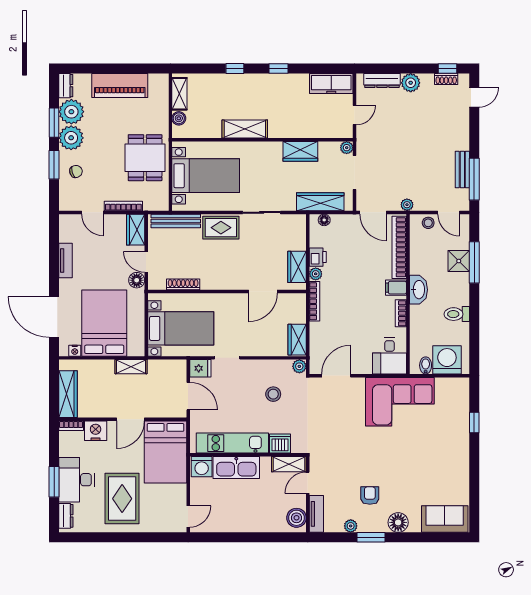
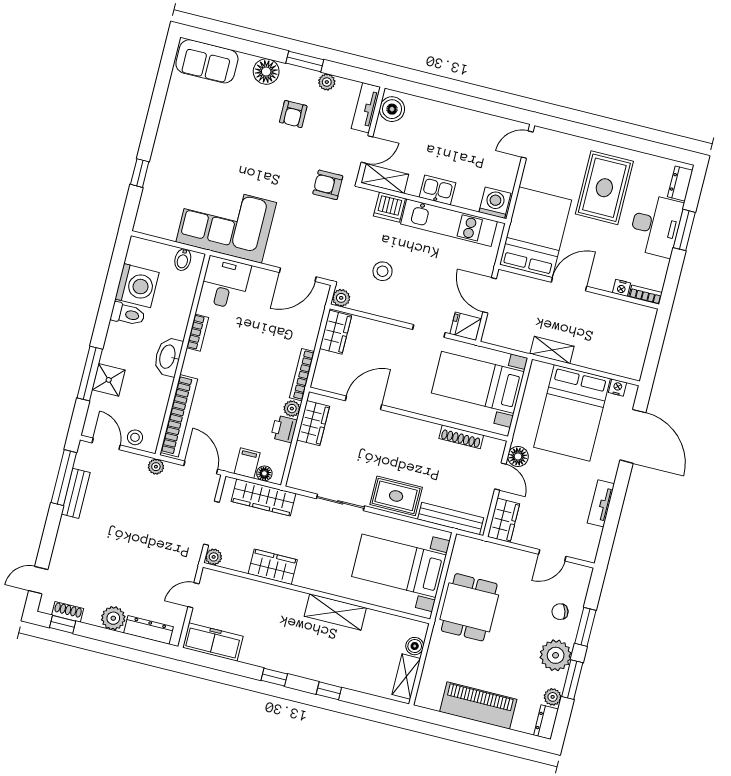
plant: (71, 112) -> (553, 697), width x0.53, depth x0.53
bookcase: (123, 206) -> (511, 554), removed
door: (92, 212) -> (552, 555), swing flipped
filing cabinet: (396, 288) -> (247, 463), moved, turned -90
washing machine: (447, 360) -> (137, 286), moved, turned -90
wardrobe: (68, 394) -> (640, 335), removed
nightstand: (96, 431) -> (622, 288), width x0.53, depth x0.56
armchair: (331, 449) -> (328, 185), added
kitchen sink: (236, 468) -> (437, 190), width x0.53, depth x0.81

